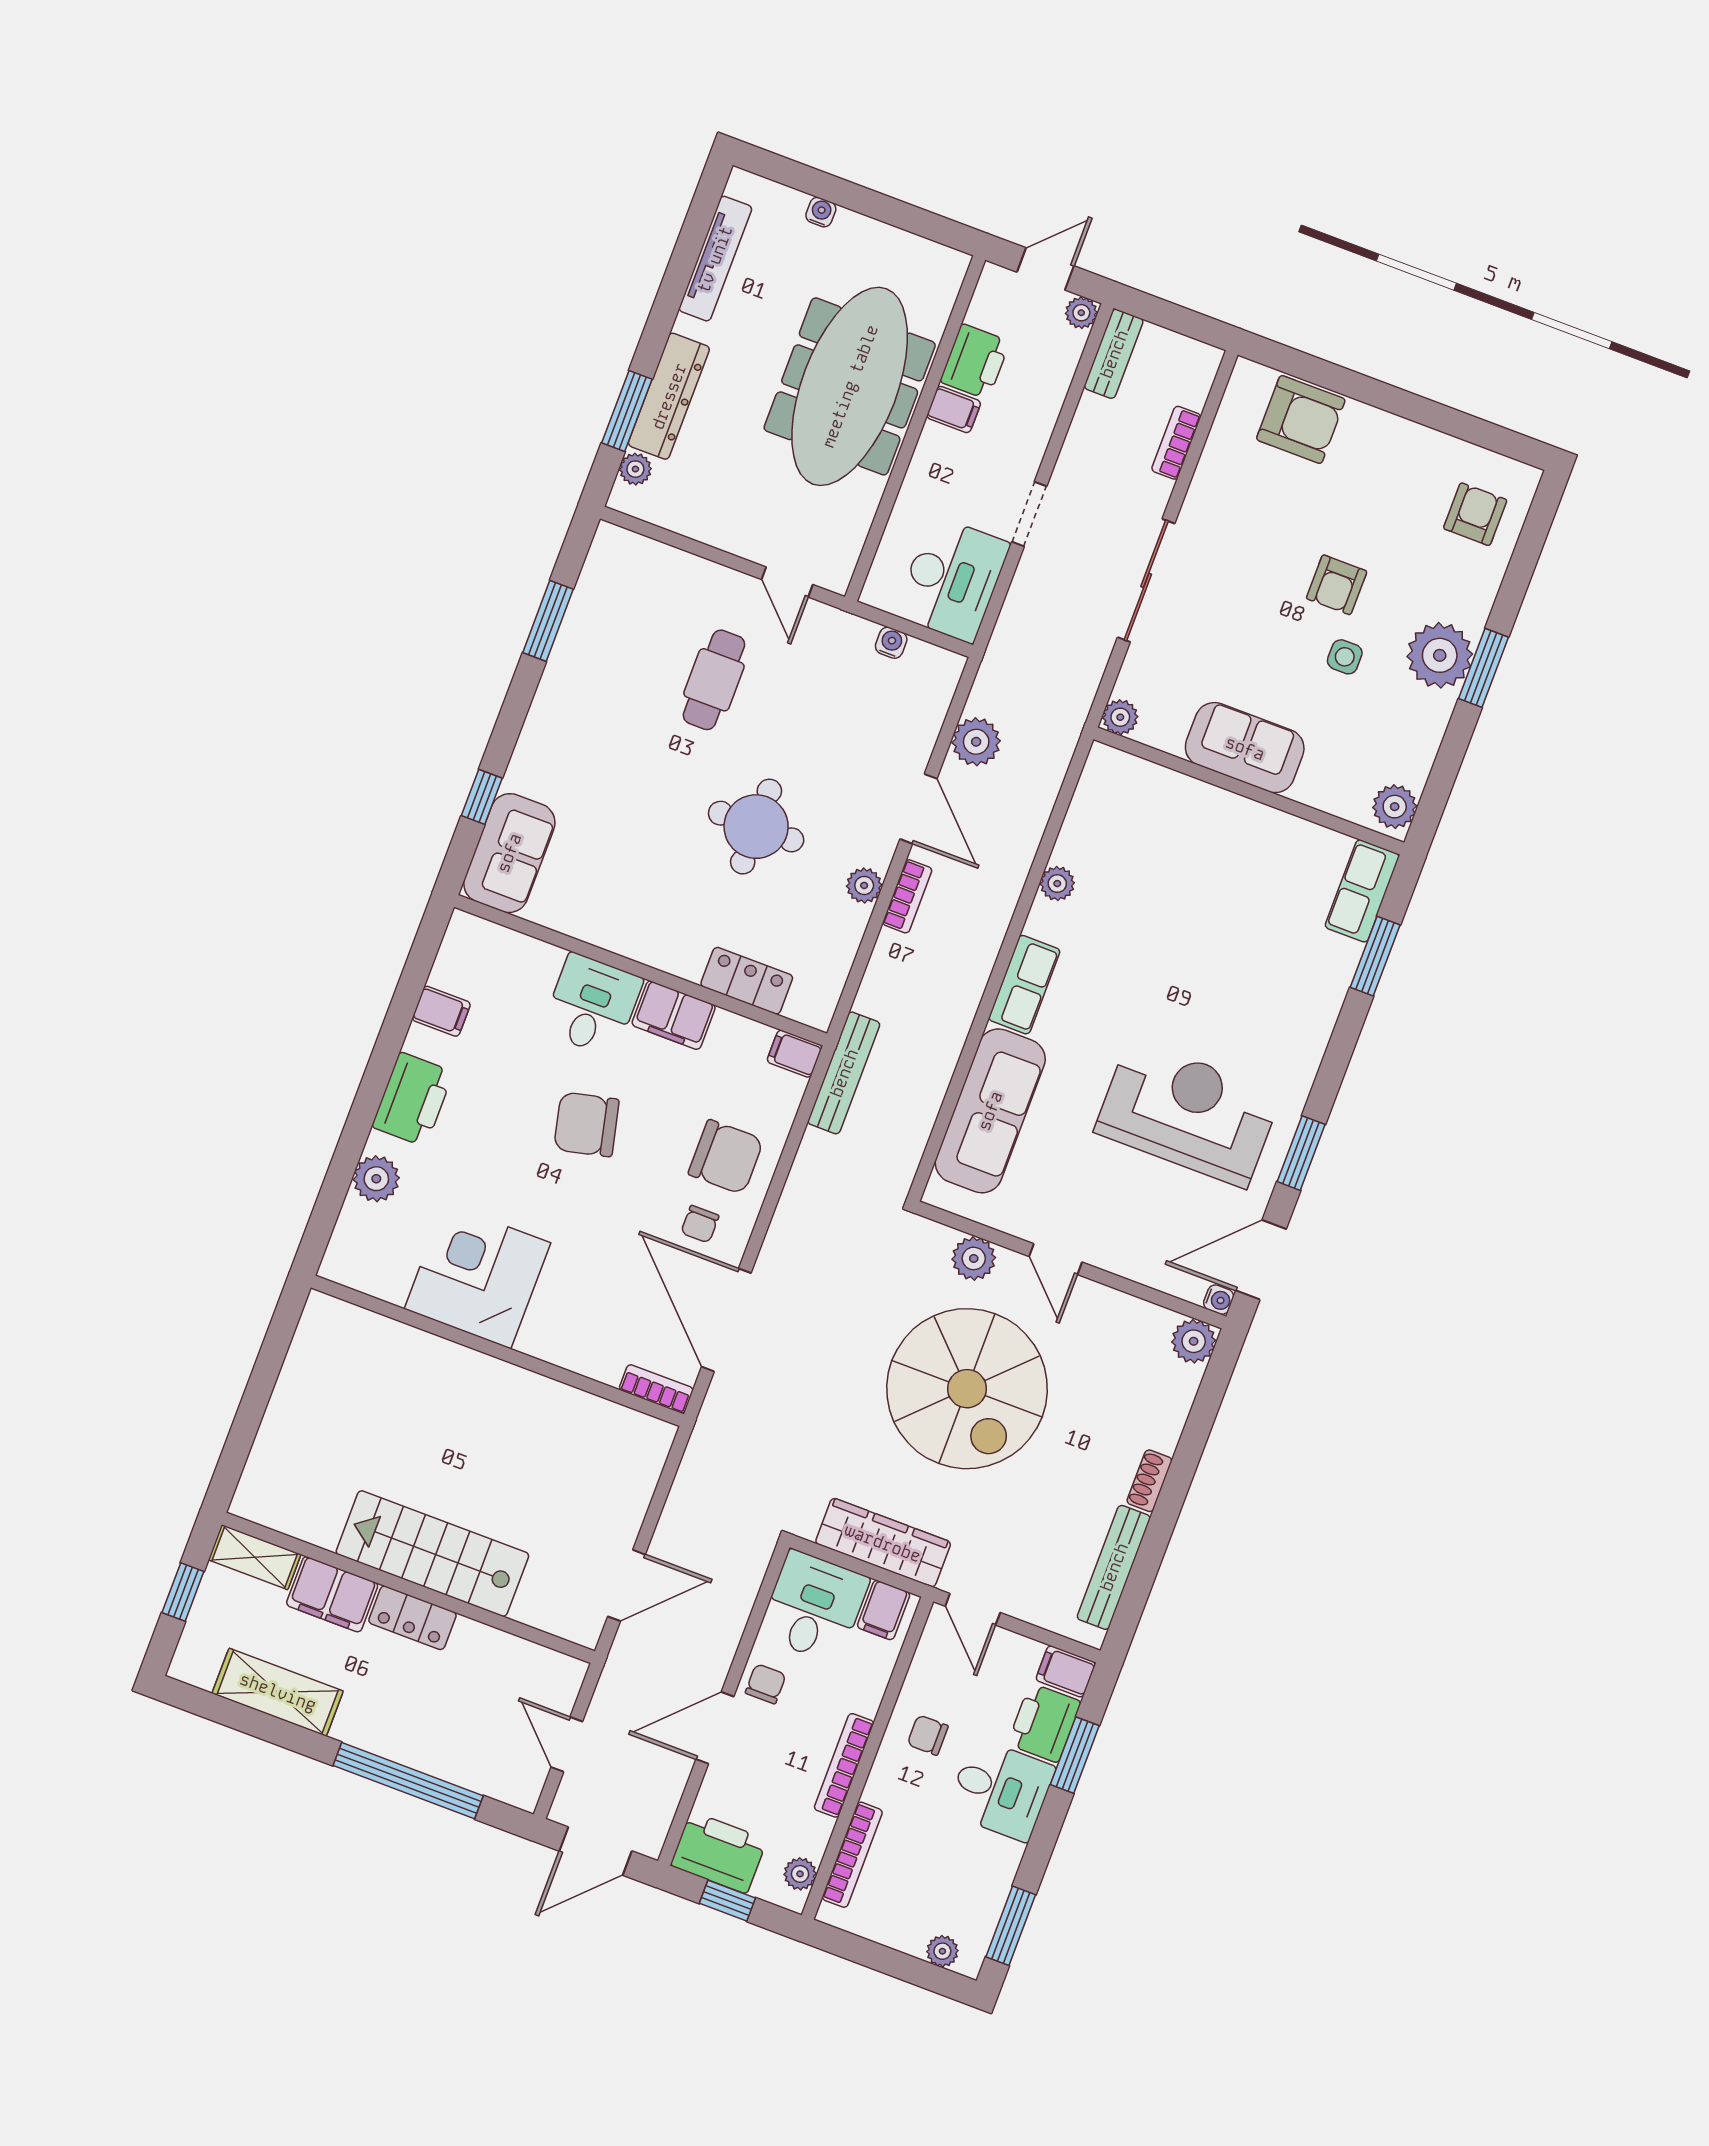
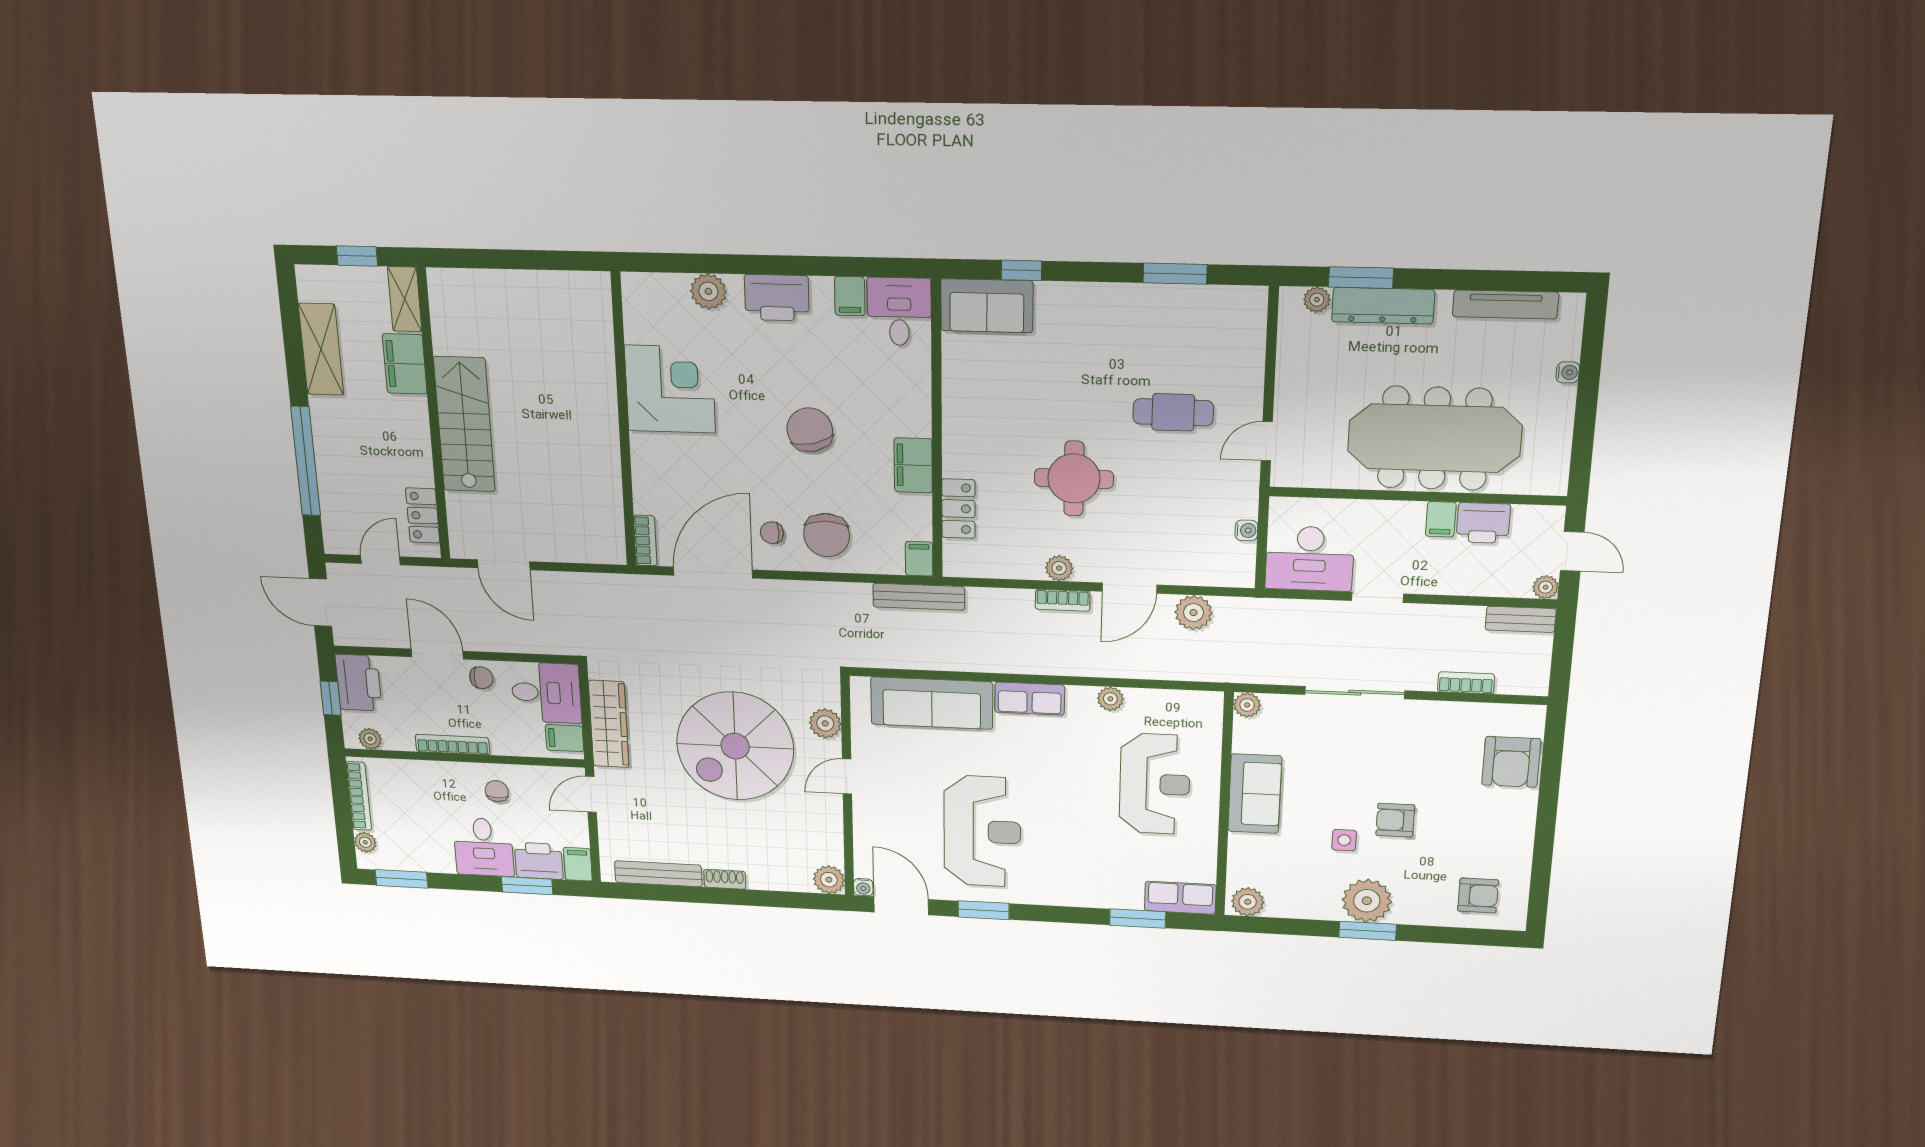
reception desk: (1191, 869) -> (1155, 784), added
desk: (592, 1005) -> (899, 312), moved, turned -90
locker: (412, 1618) -> (423, 515), moved
bookcase: (852, 1855) -> (359, 796), moved, turned -90

